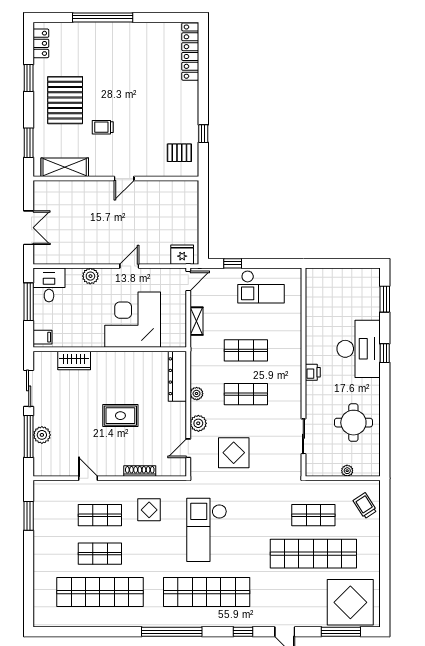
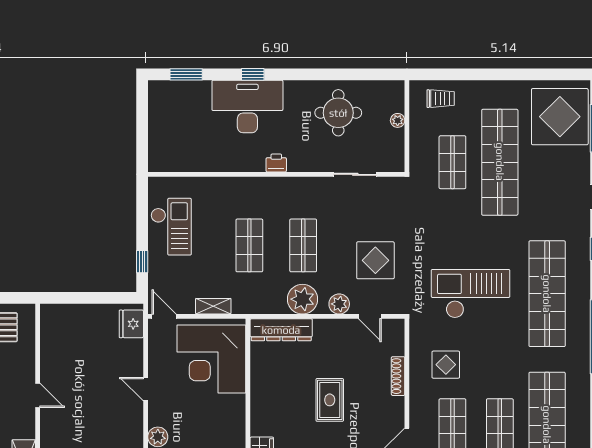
corner desk: (133, 320) -> (211, 359), moved
plant: (197, 394) -> (302, 299), width x1.87, depth x1.87
trolley: (365, 506) -> (441, 99), turned -147
checkout: (207, 530) -> (471, 294), turned 180

